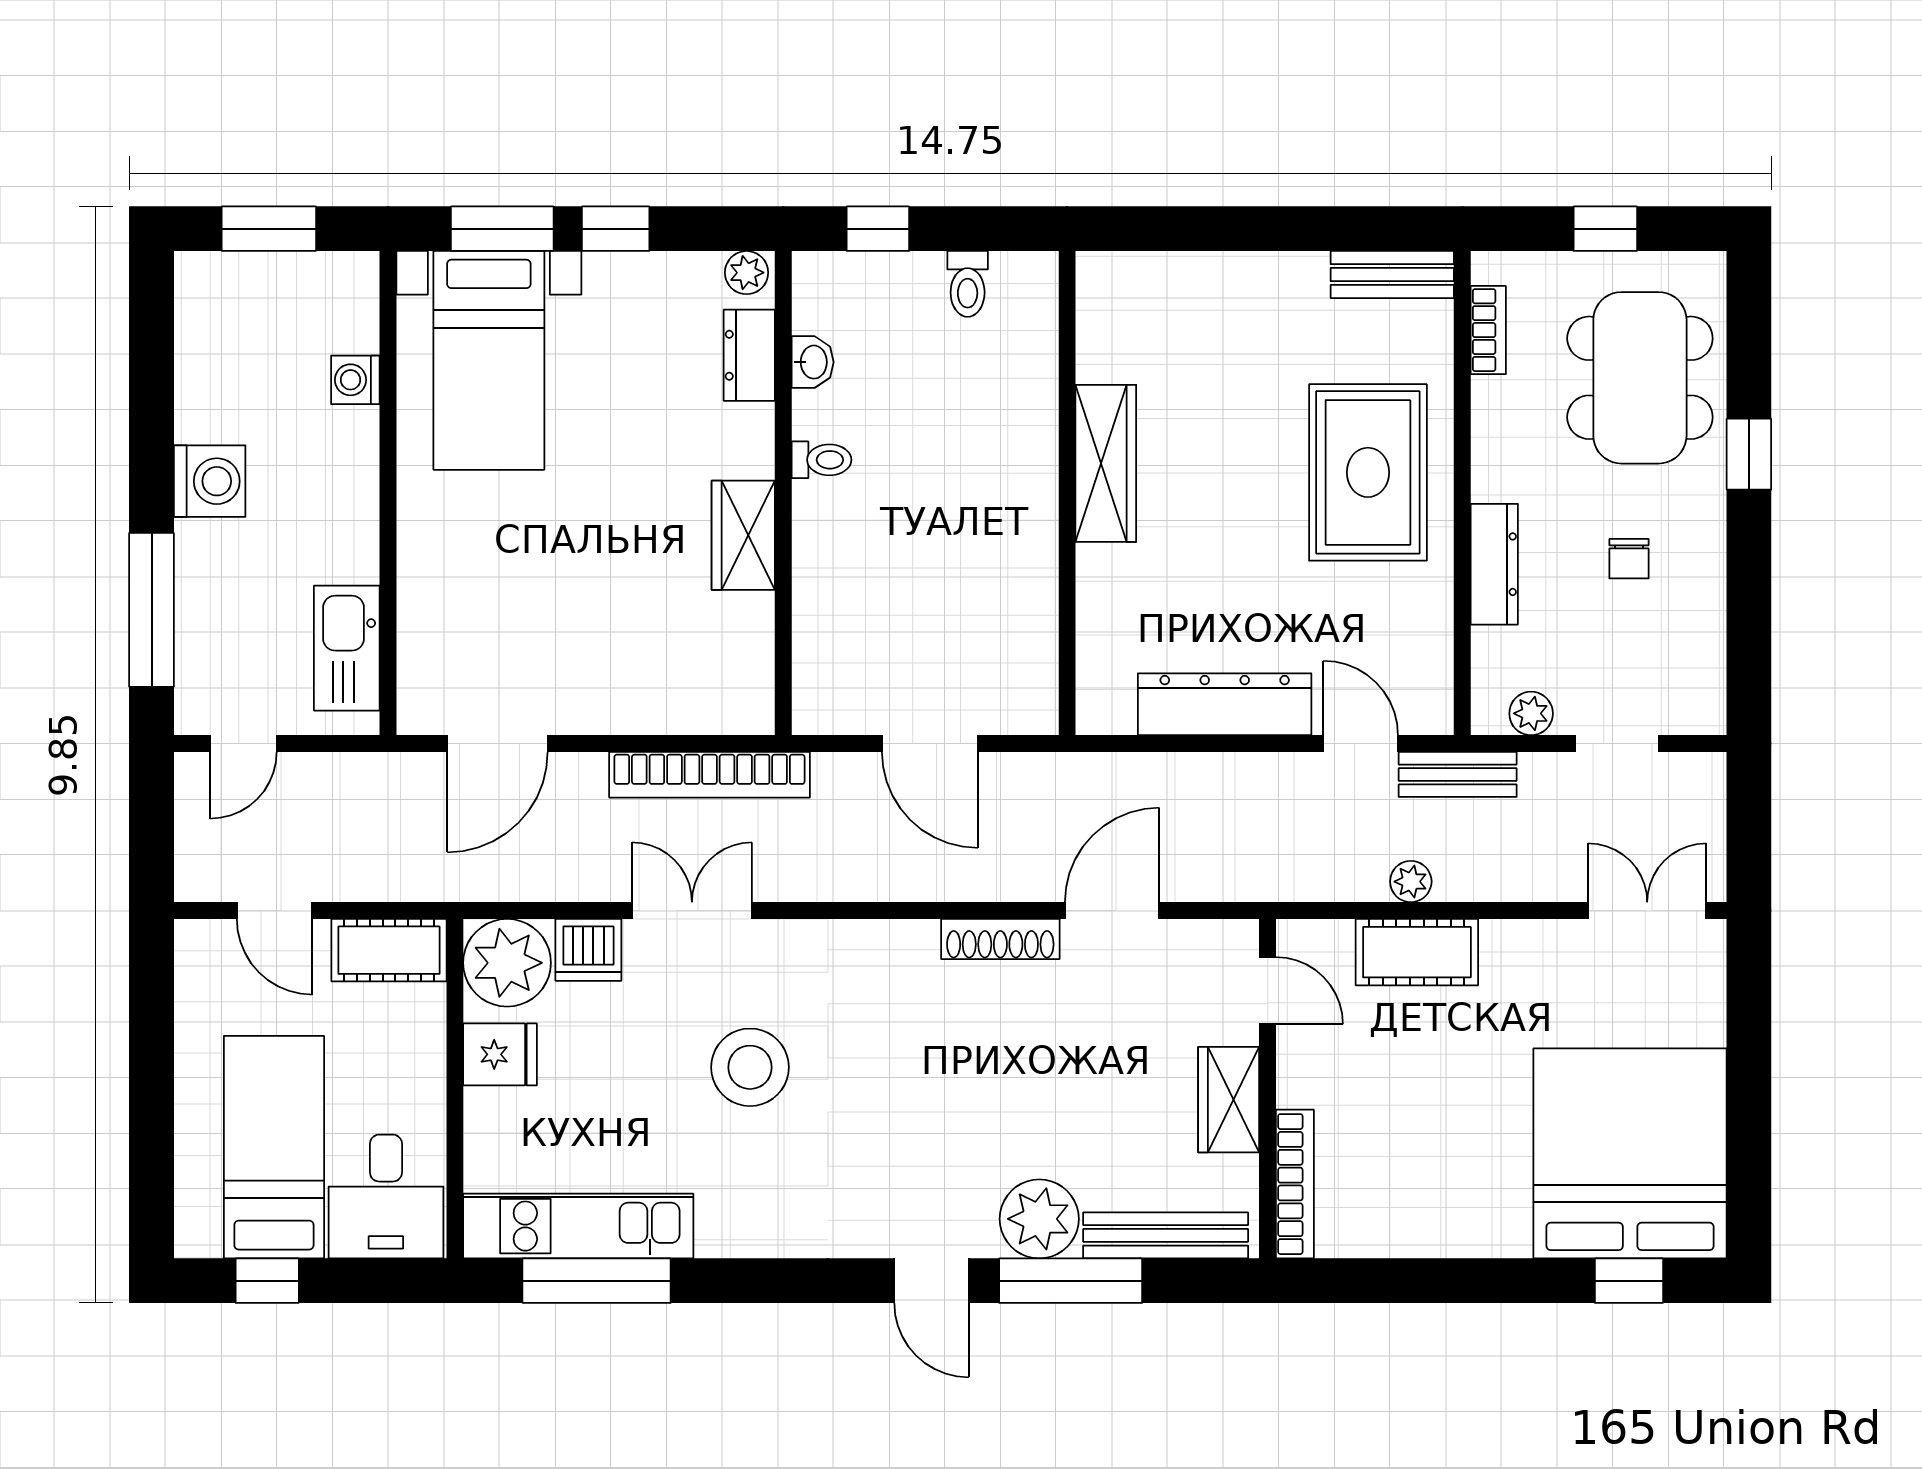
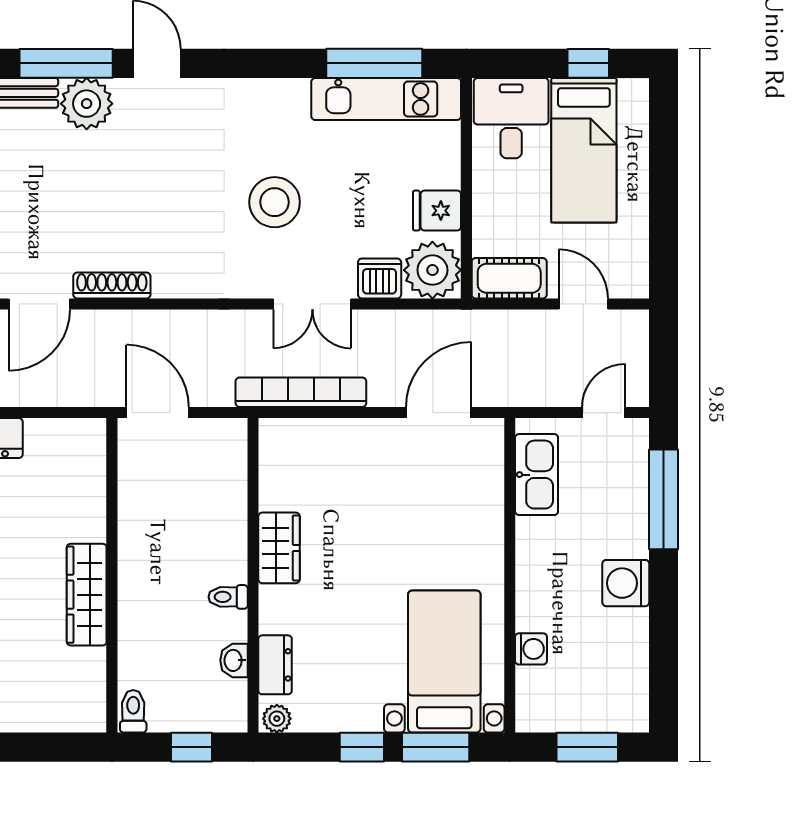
wardrobe: (1106, 463) -> (87, 595), moved
wall: (1067, 493) -> (112, 575), moved

